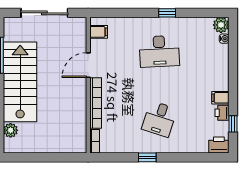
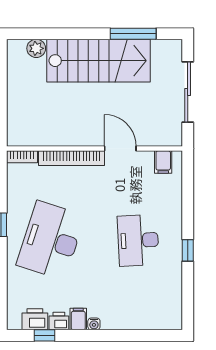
plant: (221, 25) -> (172, 320), removed
water cooler: (224, 39) -> (94, 324), moved
desk: (159, 119) -> (51, 240), width x1.87, depth x1.30
printer: (219, 145) -> (35, 319), moved, turned -90

